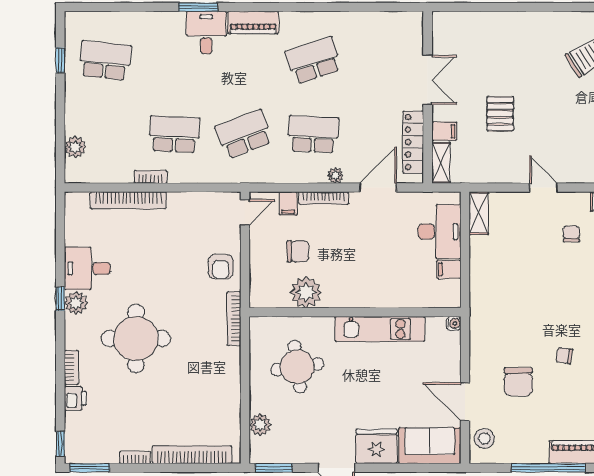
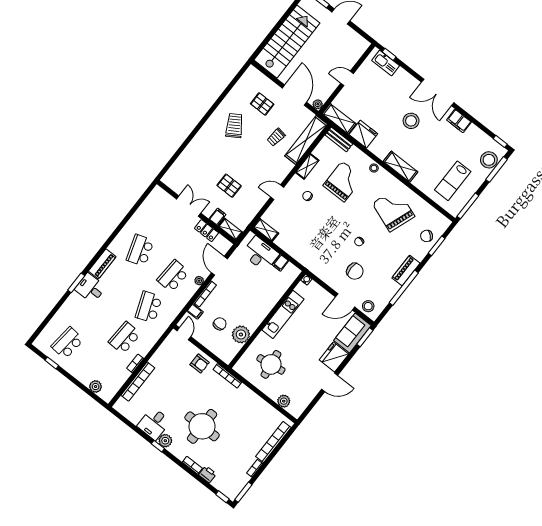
locker: (413, 142) -> (207, 231), width x0.66
window: (274, 468) -> (365, 337), moved

